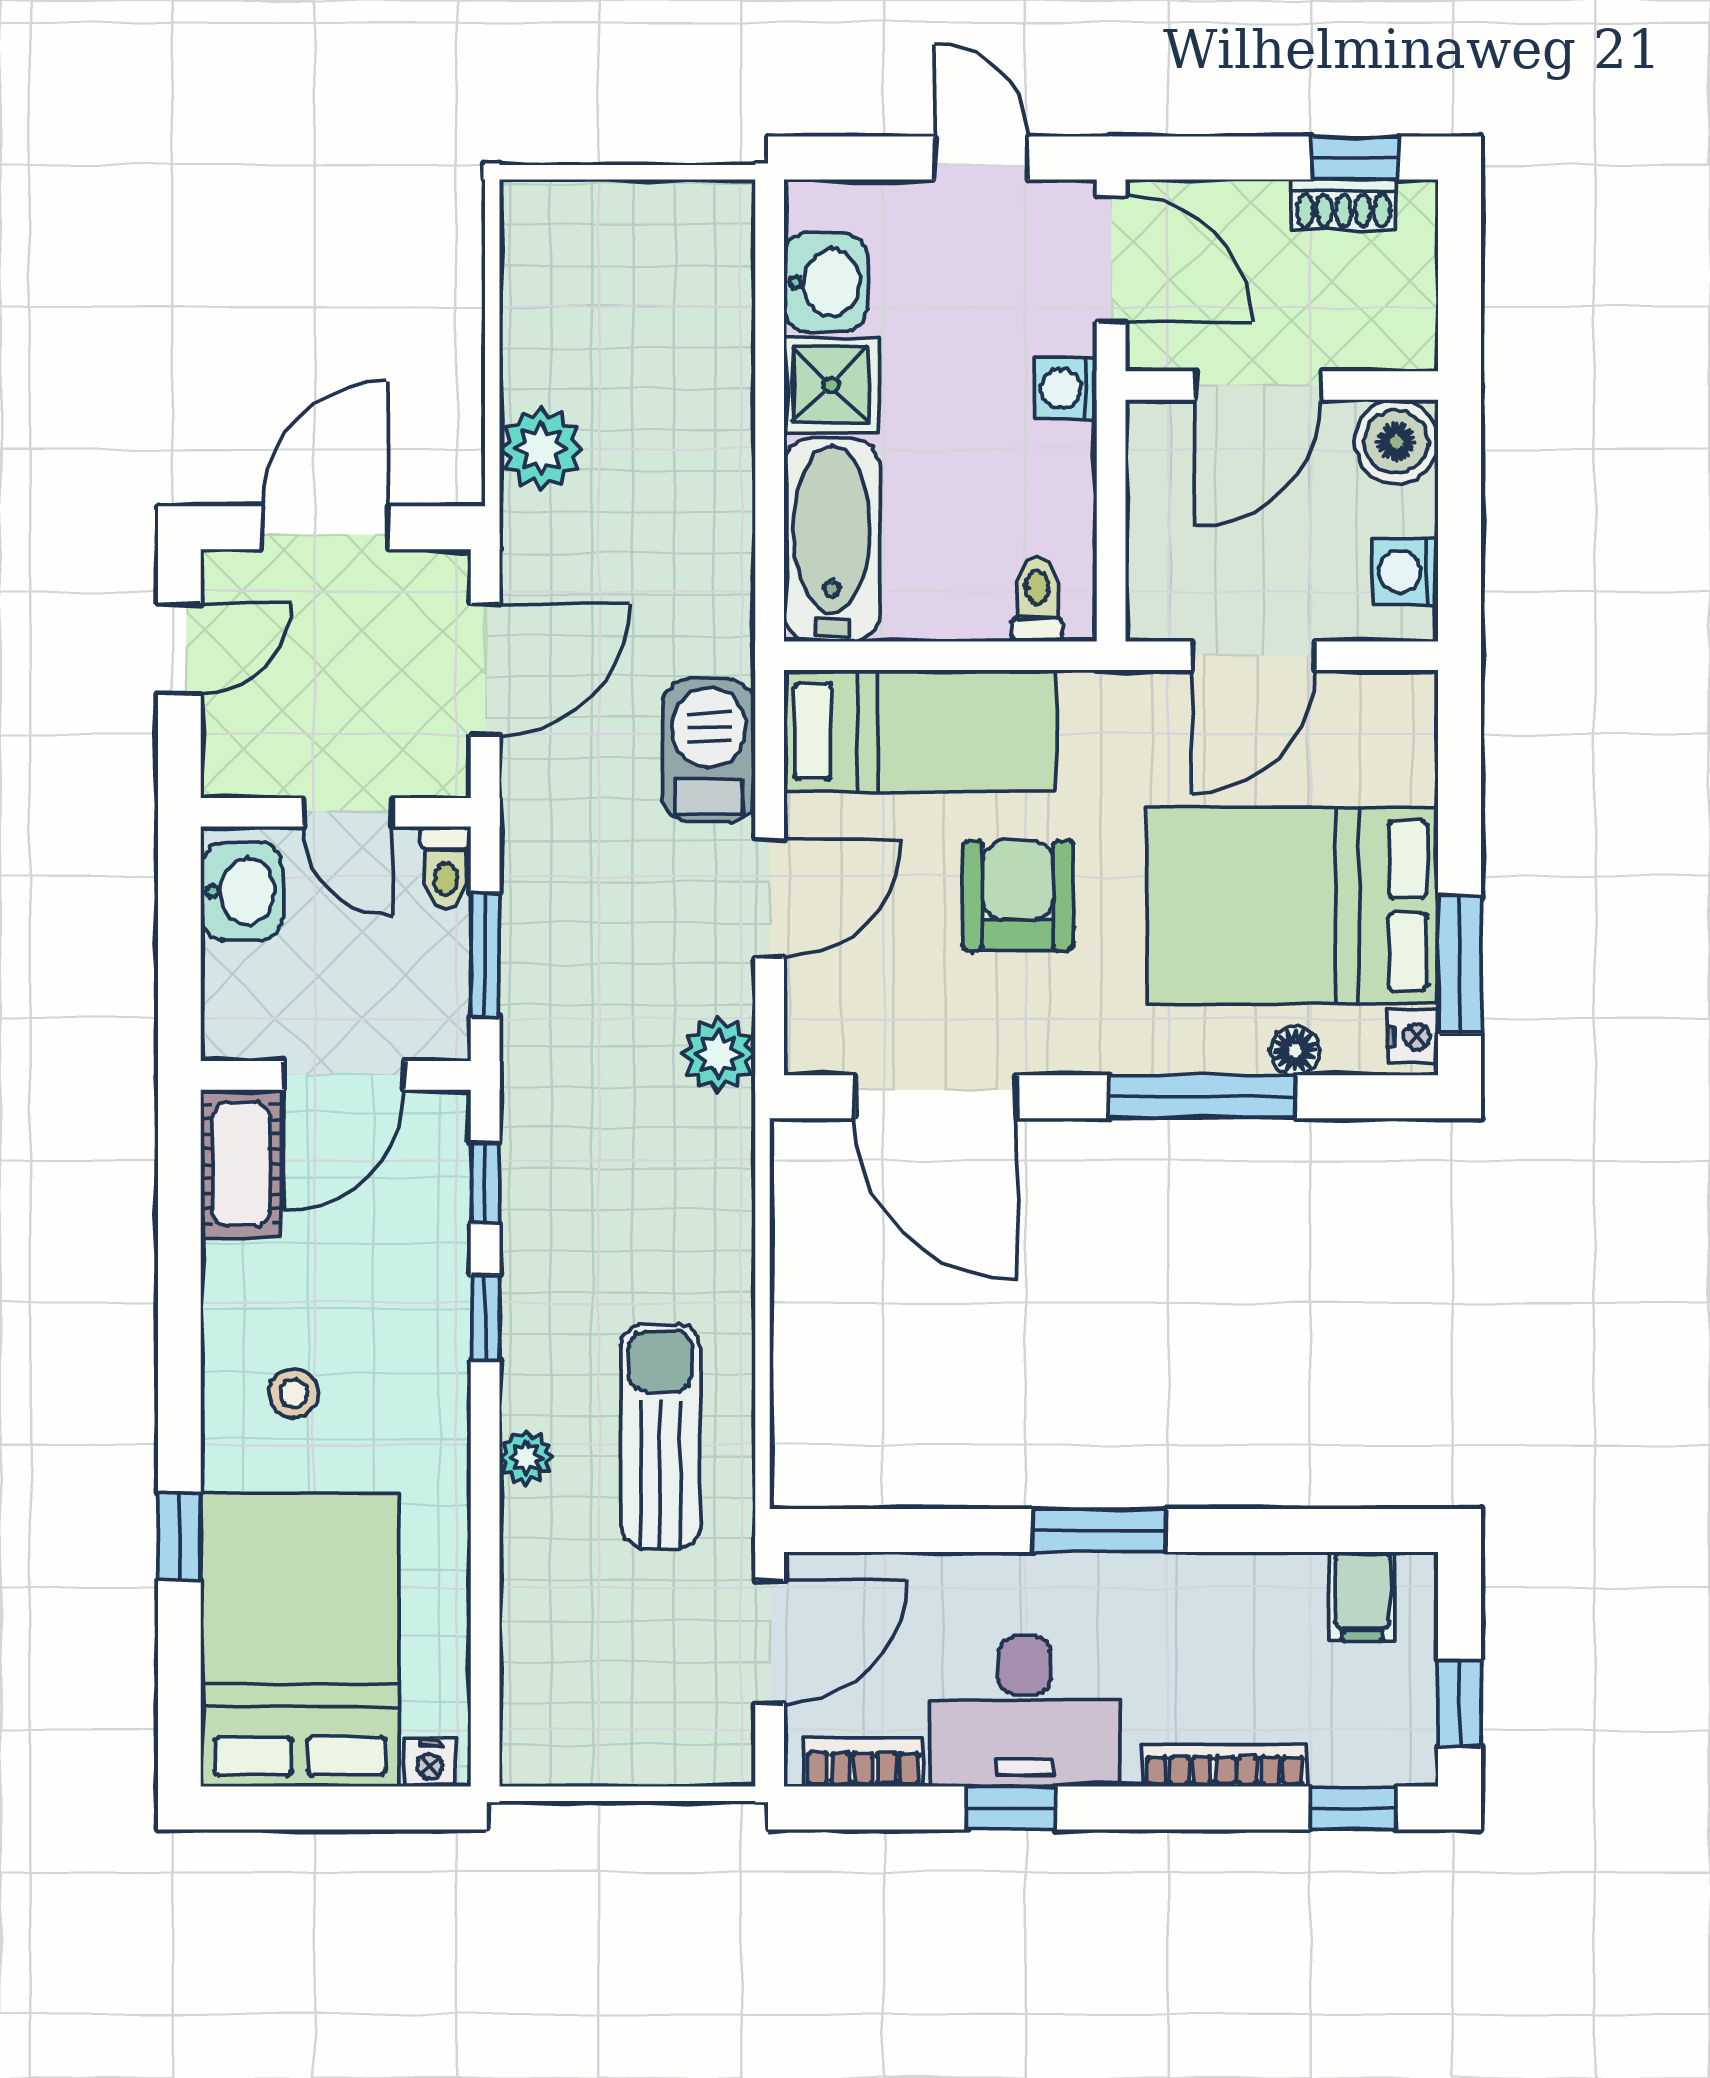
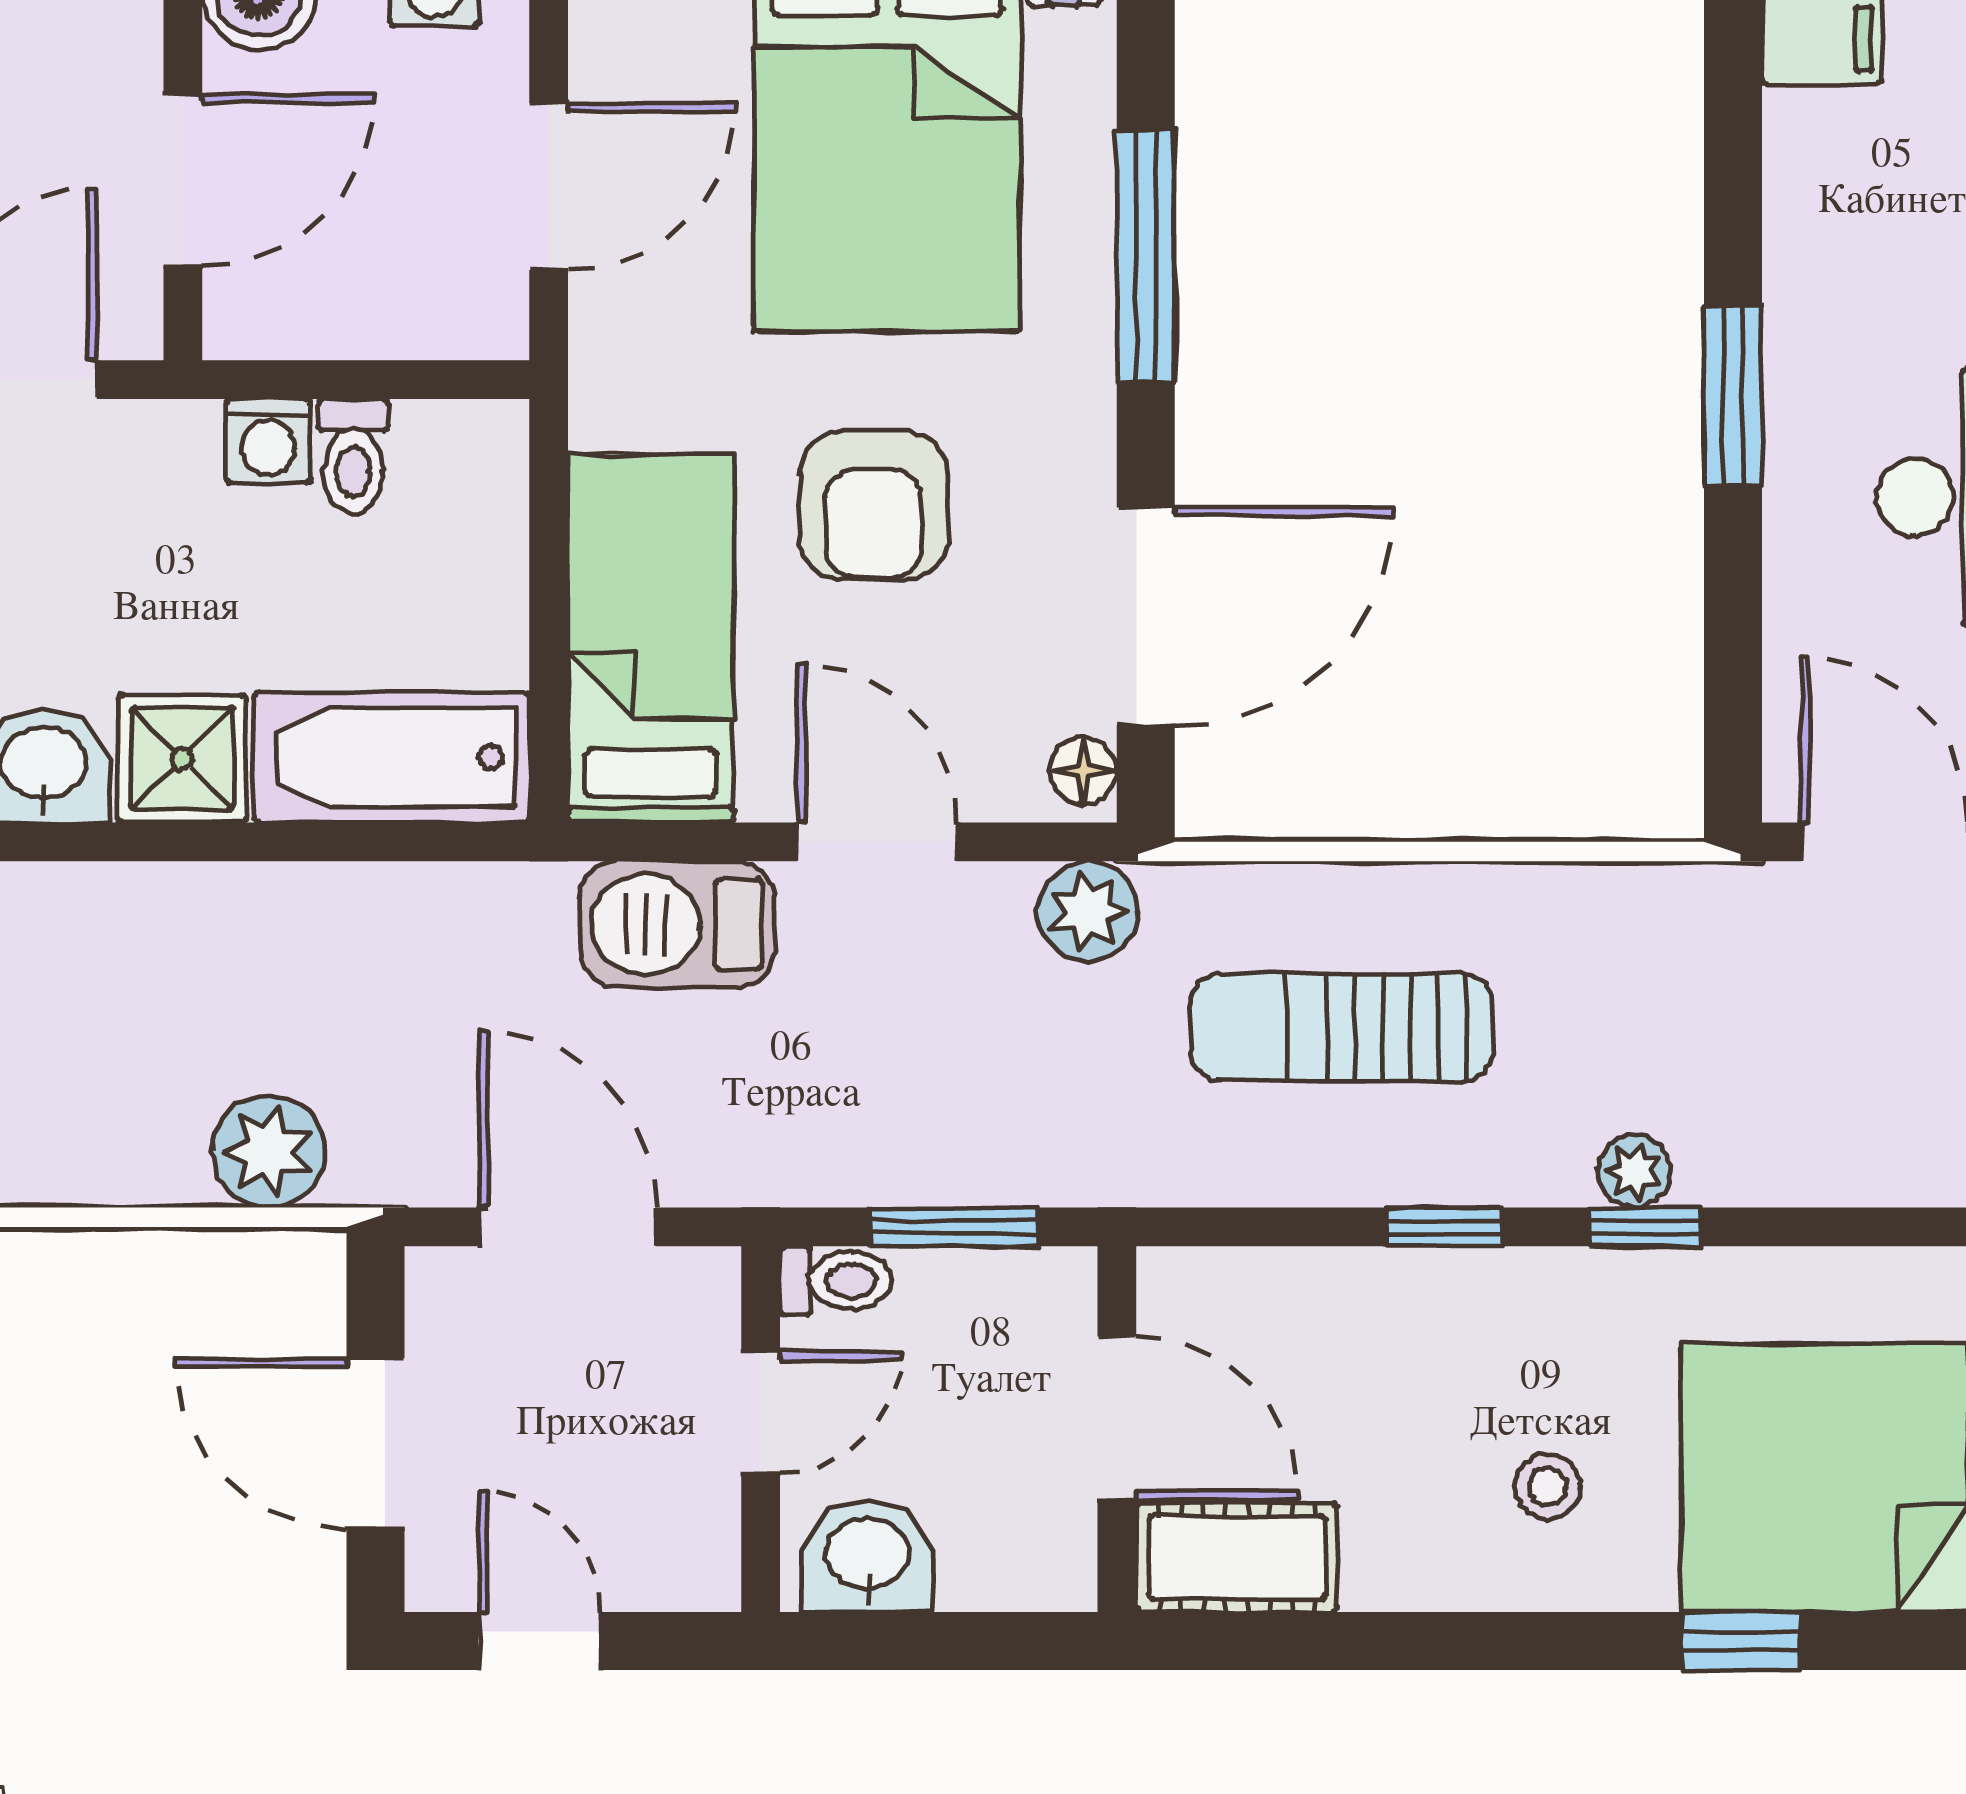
door: (1258, 386) -> (183, 180), hinge flipped
washing machine: (1066, 388) -> (268, 441), moved
toilet: (1037, 599) -> (353, 456), moved, turned -90
door: (1254, 656) -> (549, 187), hinge flipped
armchair: (1018, 896) -> (874, 506), turned -90
floor lamp: (1295, 1051) -> (1083, 771), moved
window: (485, 1183) -> (1646, 1227), moved
sun lounger: (661, 1436) -> (1342, 1027), moved

